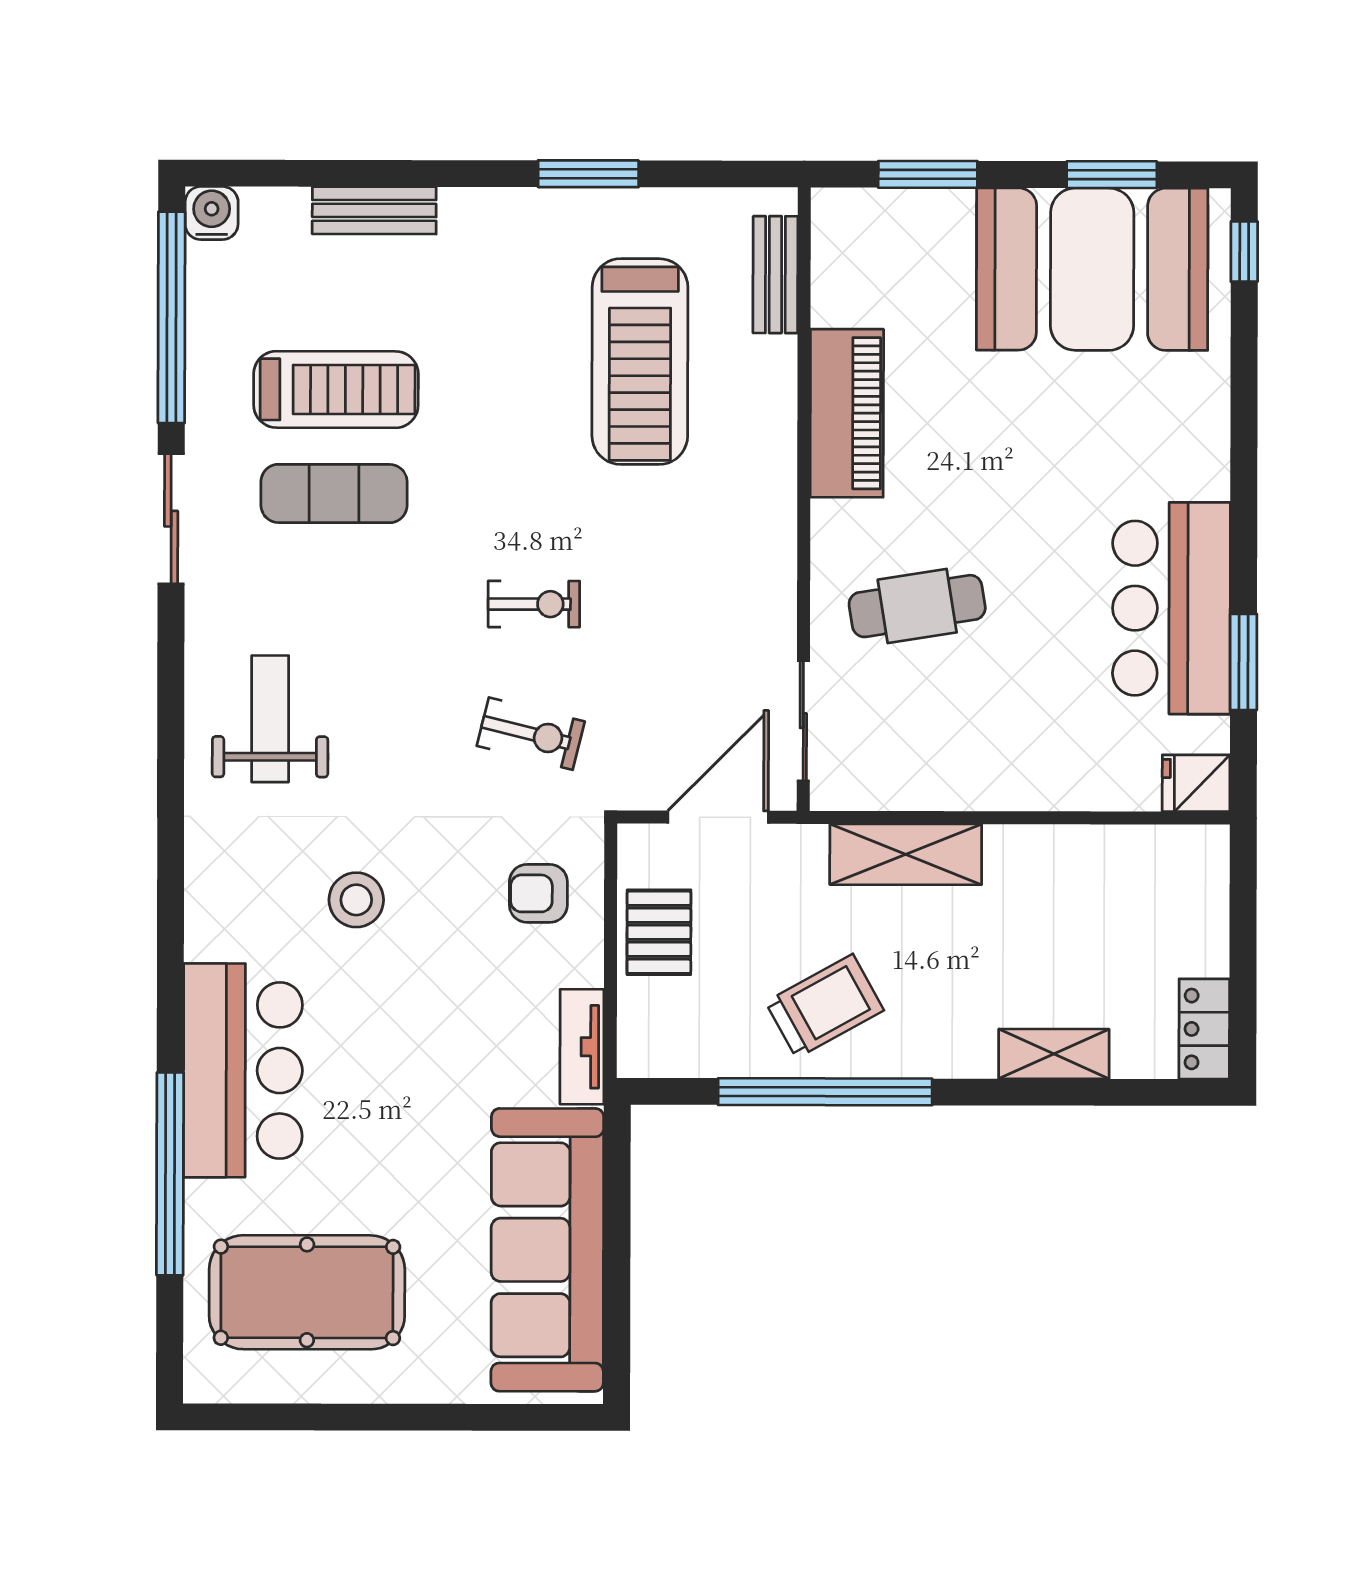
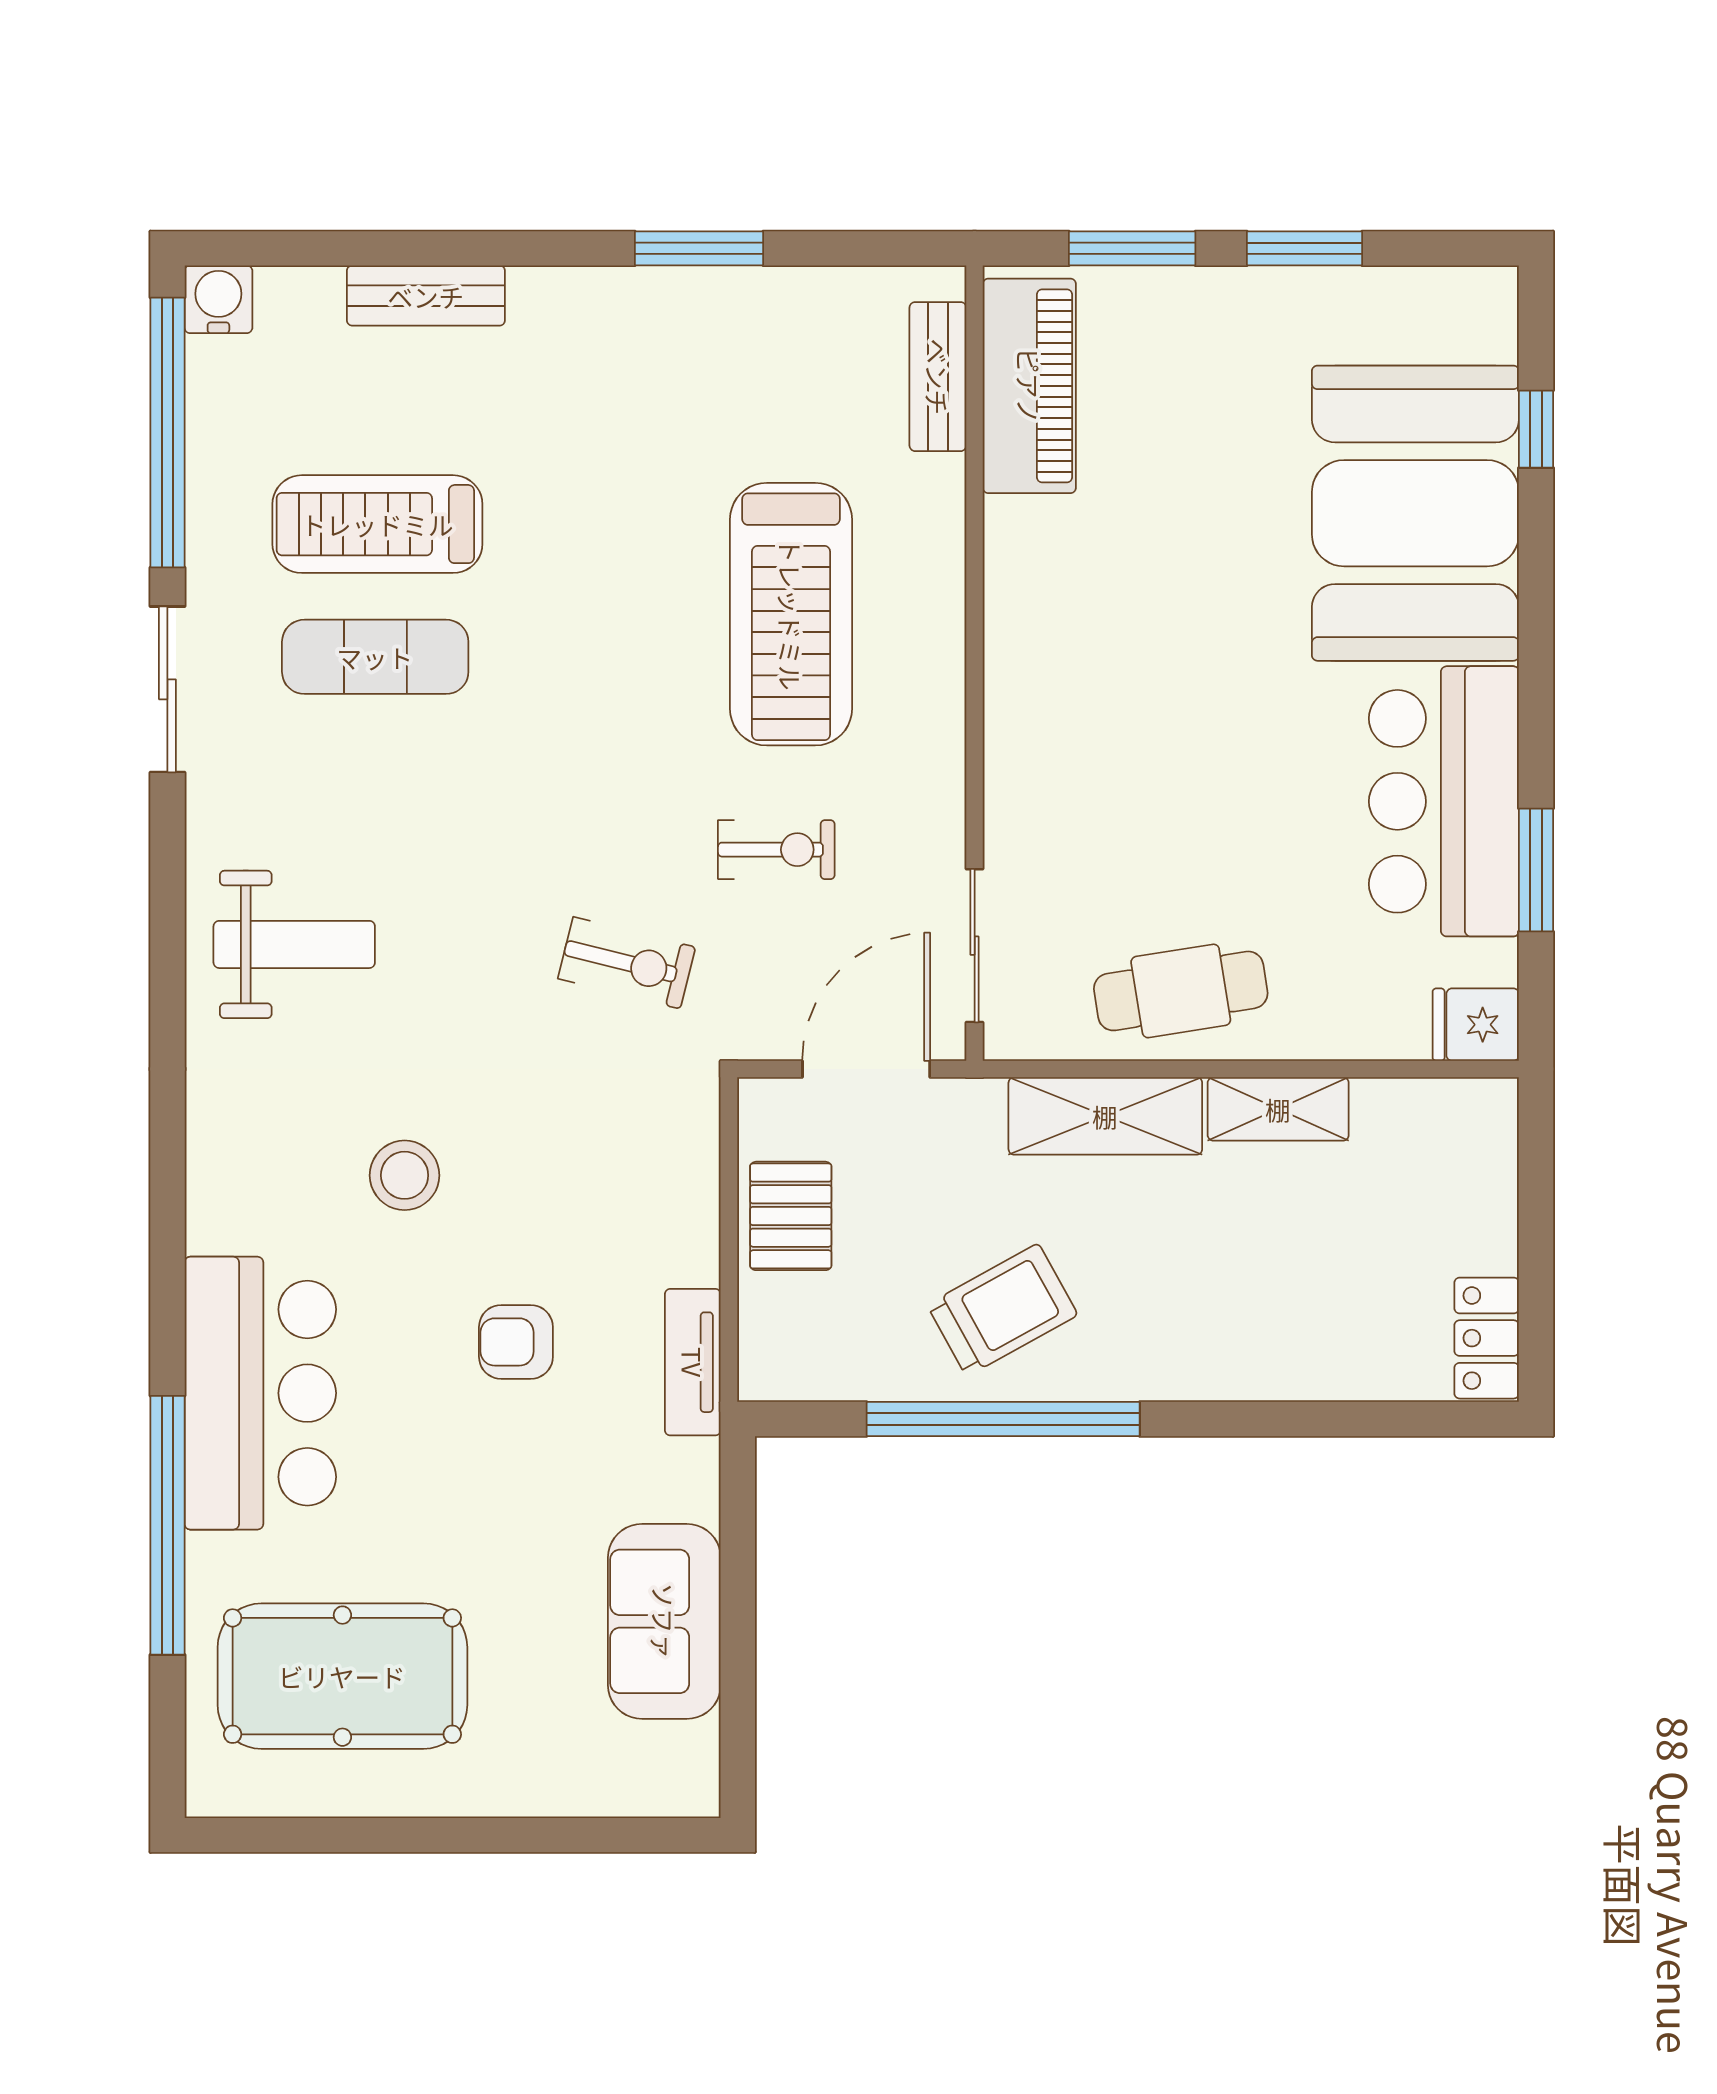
window: (1112, 175) -> (1305, 248), moved
window: (1244, 252) -> (1536, 429), moved
booth: (1092, 269) -> (1415, 513), moved, turned 90
treadmill: (640, 362) -> (791, 614), moved
treadmill: (336, 389) -> (377, 524), turned 180
piano: (847, 413) -> (1029, 386), moved
exercise bike: (534, 604) -> (776, 850), moved
cafe table: (917, 606) -> (1181, 991), moved
weight bench: (270, 719) -> (294, 944), turned 90
armchair: (538, 893) -> (516, 1342), moved
shelving: (1054, 1054) -> (1278, 1109), moved
sofa: (547, 1250) -> (664, 1621), width x0.54, depth x0.79

